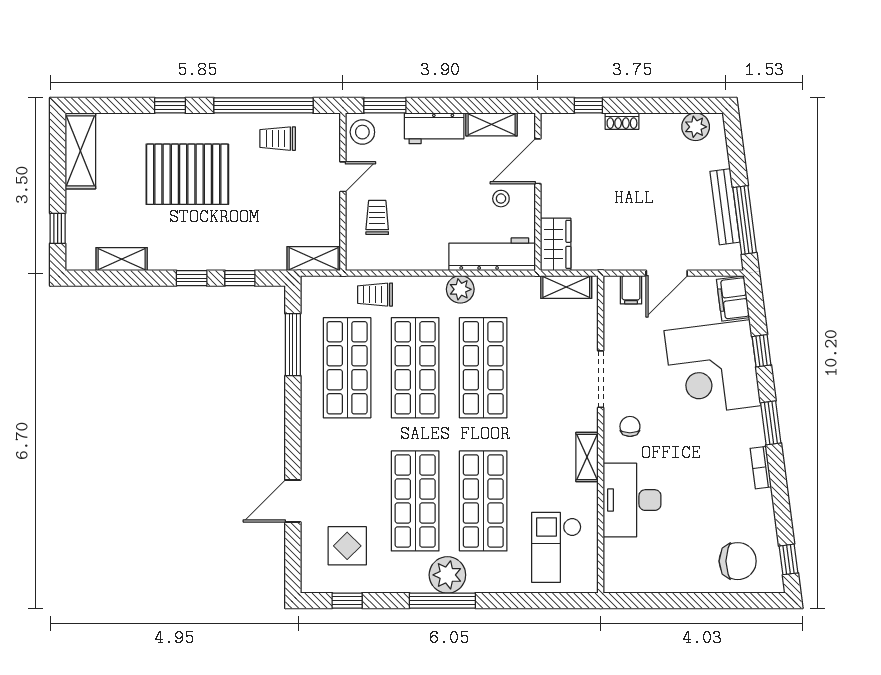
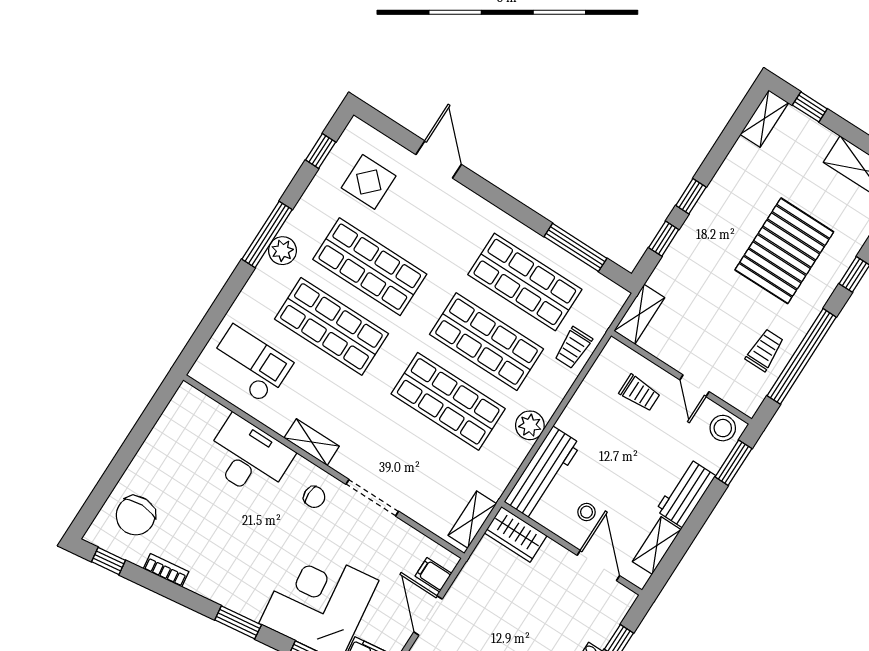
shelving: (122, 259) -> (764, 119), moved
trolley: (375, 295) -> (573, 348), turned 180
bookcase: (761, 468) -> (166, 570), moved
plant: (447, 575) -> (283, 251), width x0.73, depth x0.73

